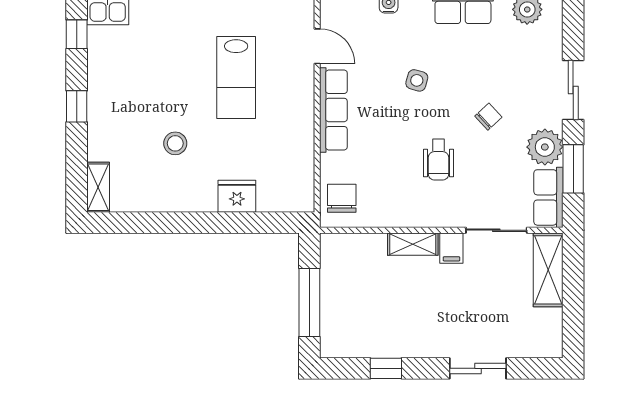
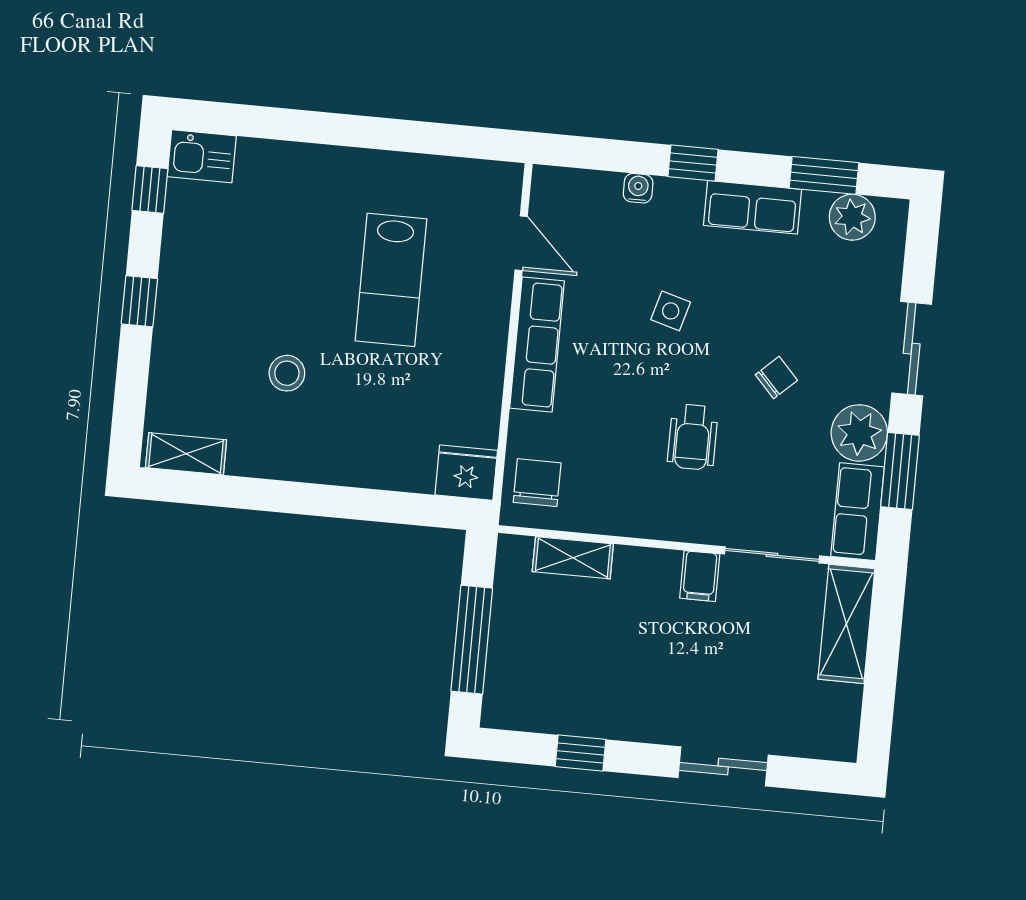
shelving: (98, 187) -> (186, 454), moved, turned 90
fridge: (237, 196) -> (466, 473), moved
shelving: (413, 244) -> (573, 558), moved

